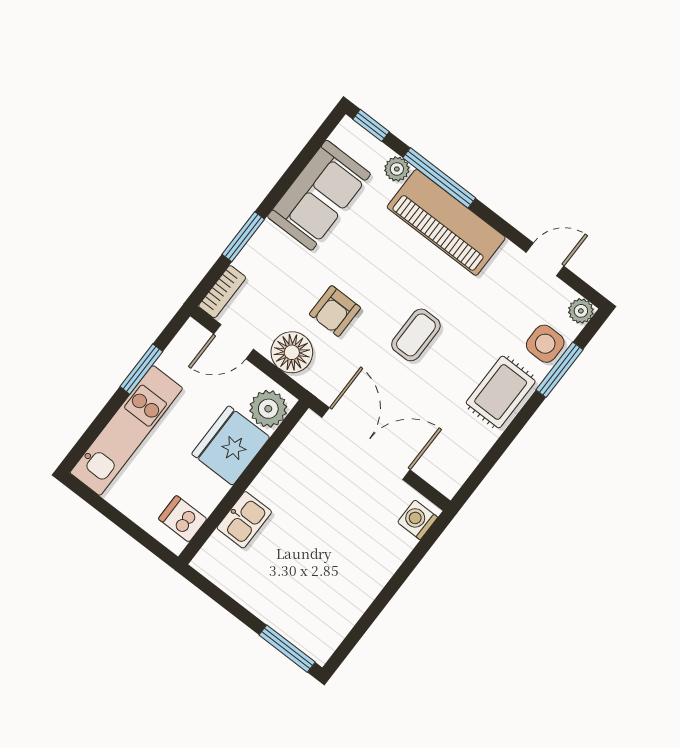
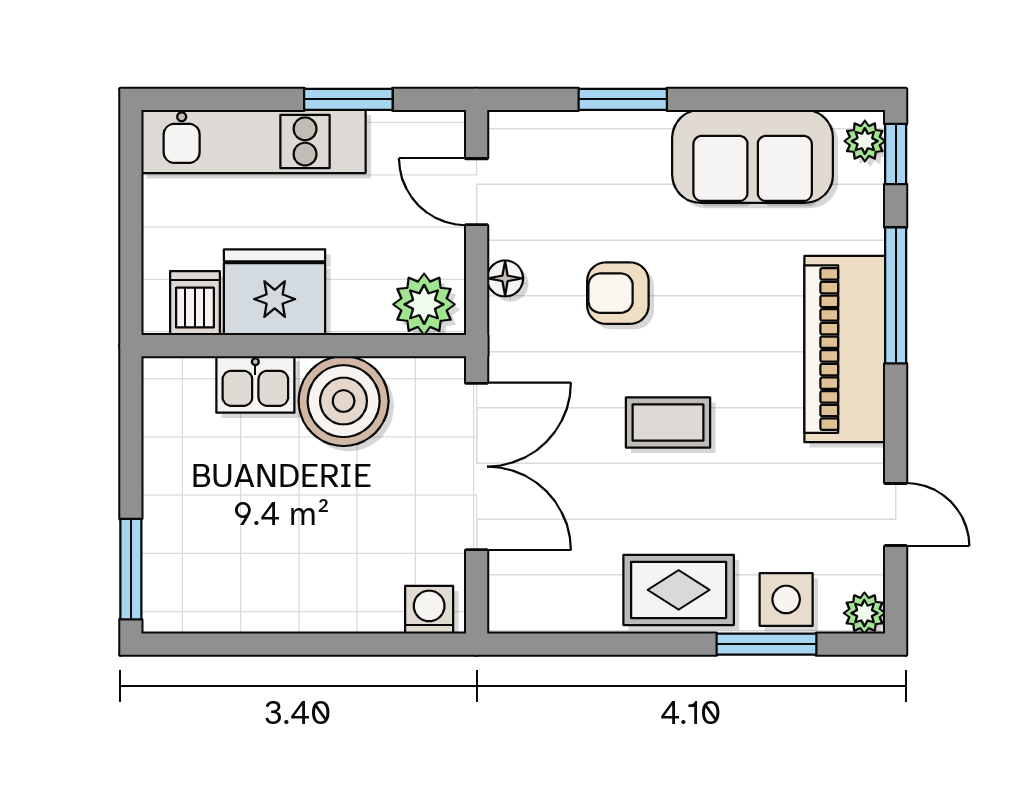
plant: (397, 169) -> (865, 141), moved
bookcase: (222, 292) -> (530, 127), removed
floor lamp: (292, 352) -> (505, 278), width x0.53, depth x0.53
fridge: (231, 446) -> (275, 292), moved
boiler: (285, 483) -> (344, 401), added

